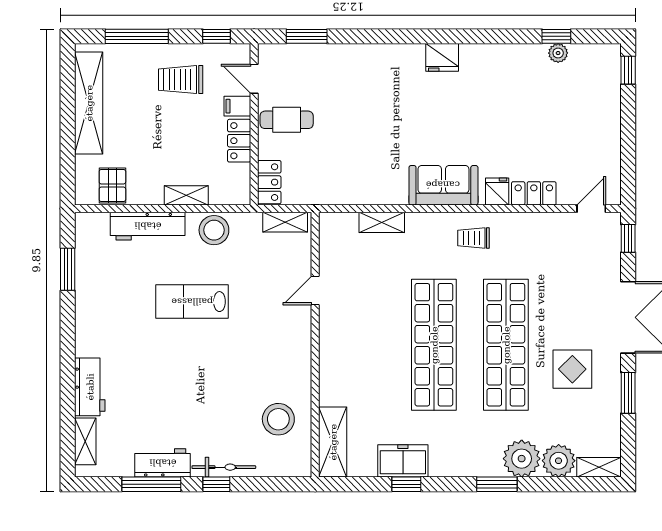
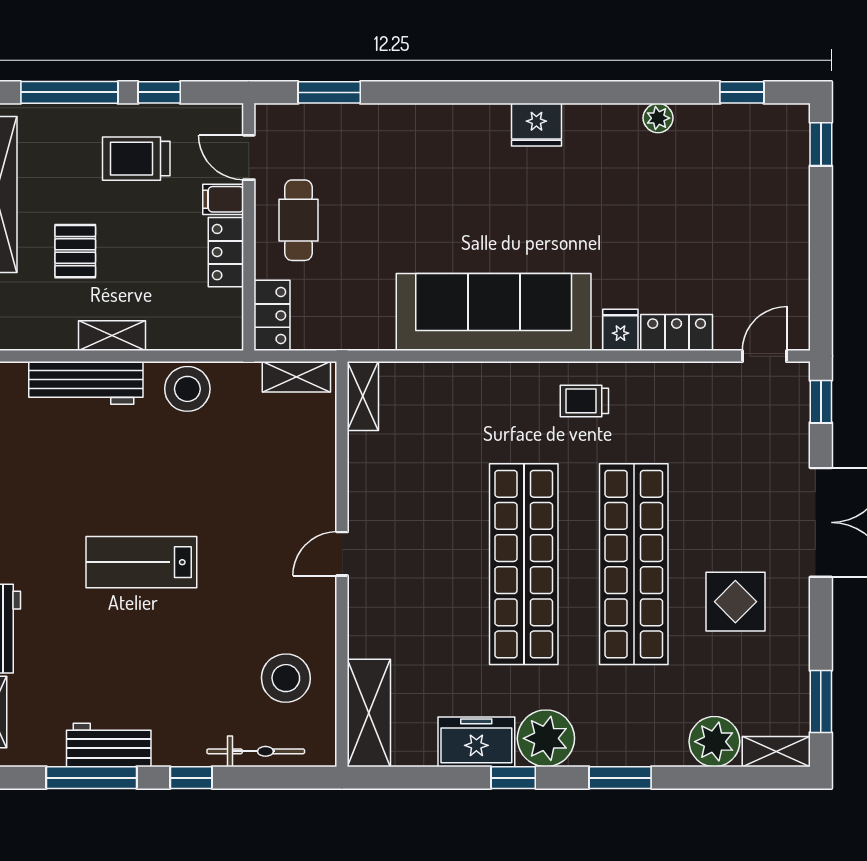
window: (217, 36) -> (159, 92), moved
window: (556, 36) -> (742, 92), moved
plant: (558, 53) -> (658, 118), moved
cafe table: (287, 120) -> (298, 220), turned 90
sofa: (443, 185) -> (494, 312), width x1.85, depth x1.27
pallet: (112, 186) -> (75, 251), moved
shelving: (186, 195) -> (112, 336), moved
shelving: (382, 222) -> (363, 396), moved, turned 90
door: (315, 290) -> (342, 554), moved
lab bench: (192, 302) -> (141, 562), moved
window: (628, 393) -> (821, 702), moved
plant: (522, 459) -> (546, 738), moved
bicycle: (224, 467) -> (256, 751), moved
window: (406, 484) -> (513, 778), moved

